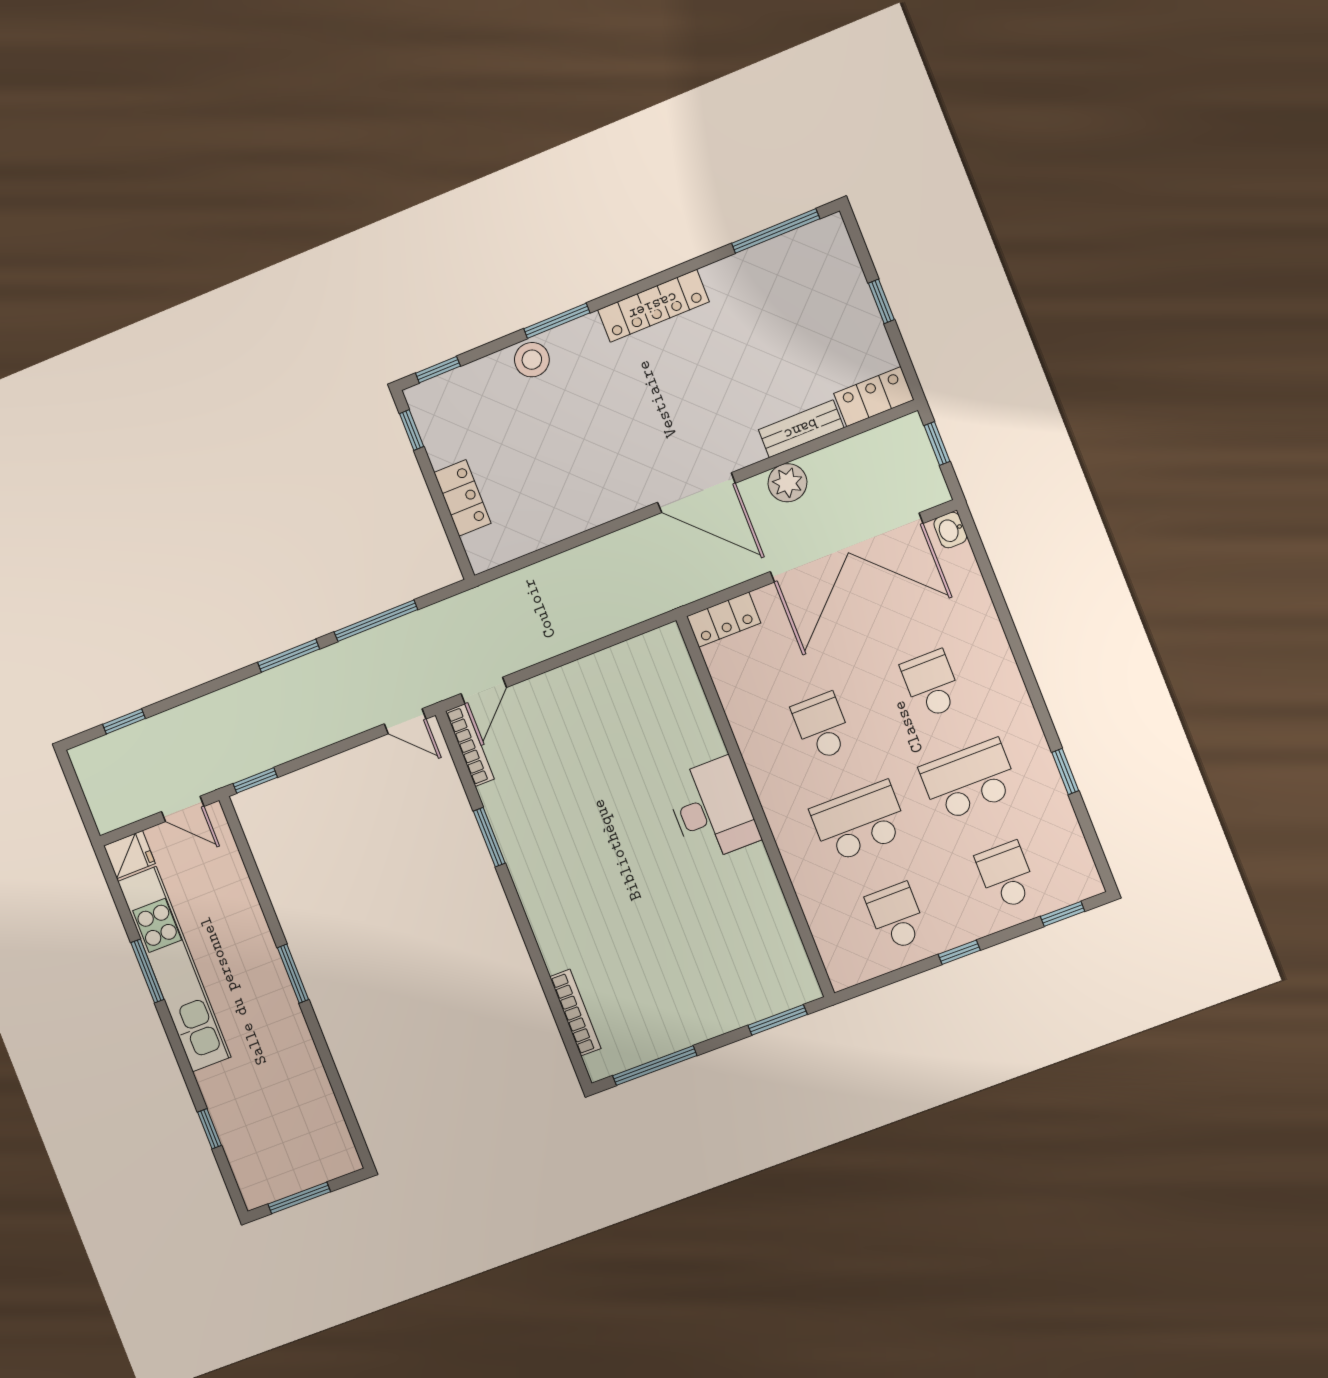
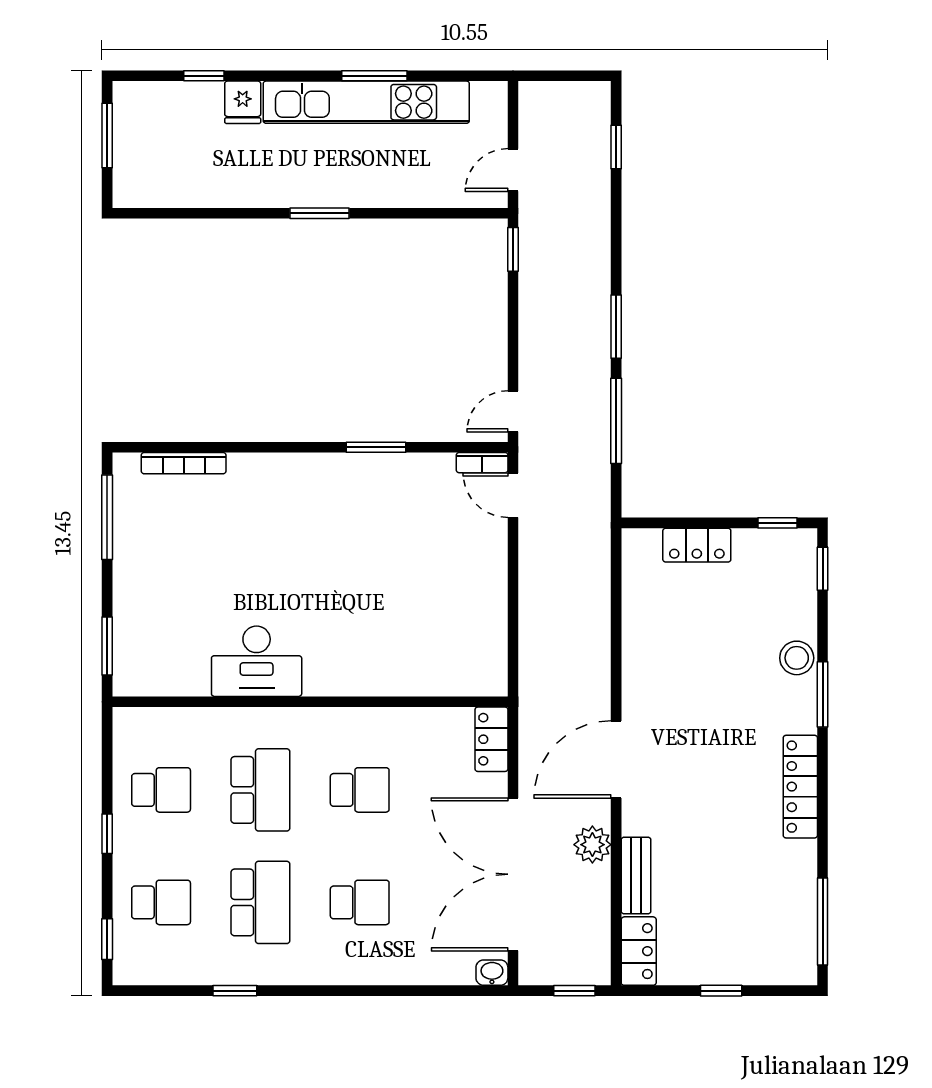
bookcase: (470, 745) -> (482, 463), width x0.64
desk: (712, 810) -> (257, 661), moved
fridge: (129, 855) -> (243, 102), moved

